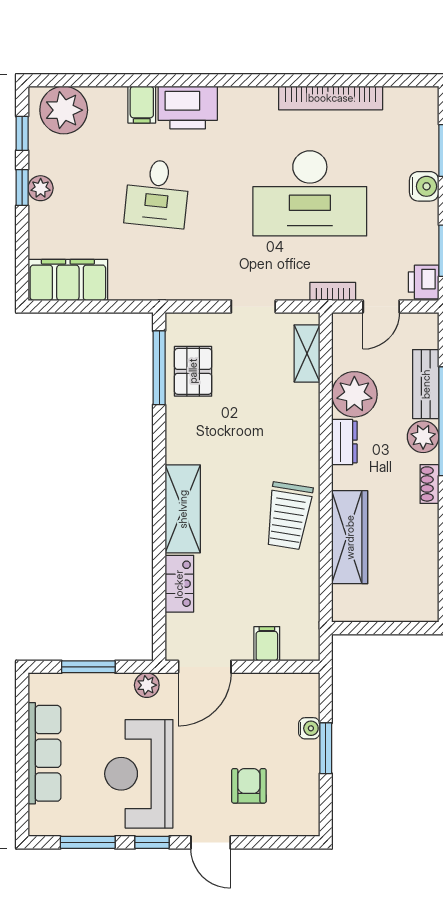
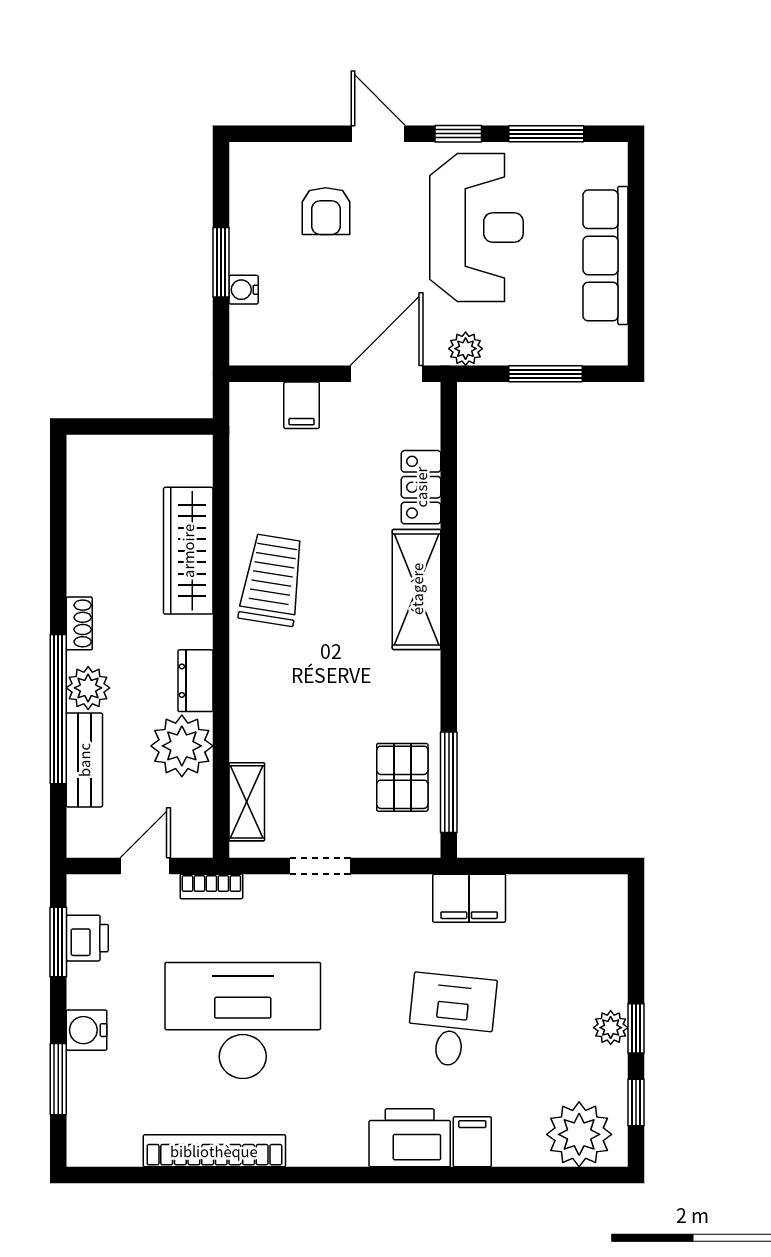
filing cabinet: (68, 280) -> (469, 898), moved, width x0.67, depth x0.86
printer: (424, 282) -> (87, 938), moved

